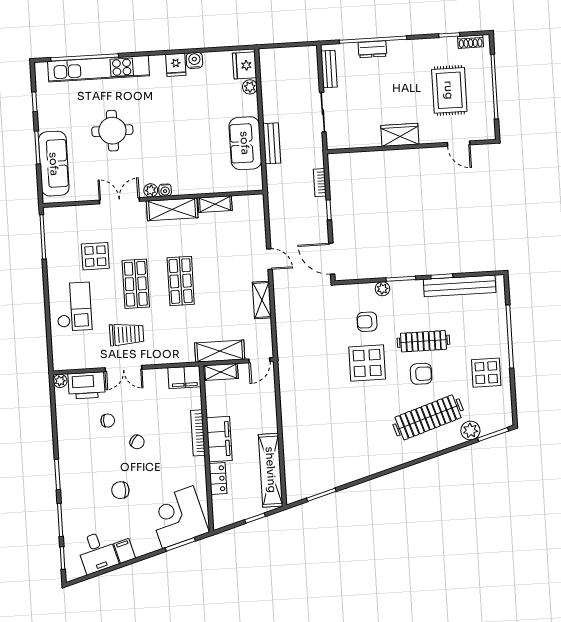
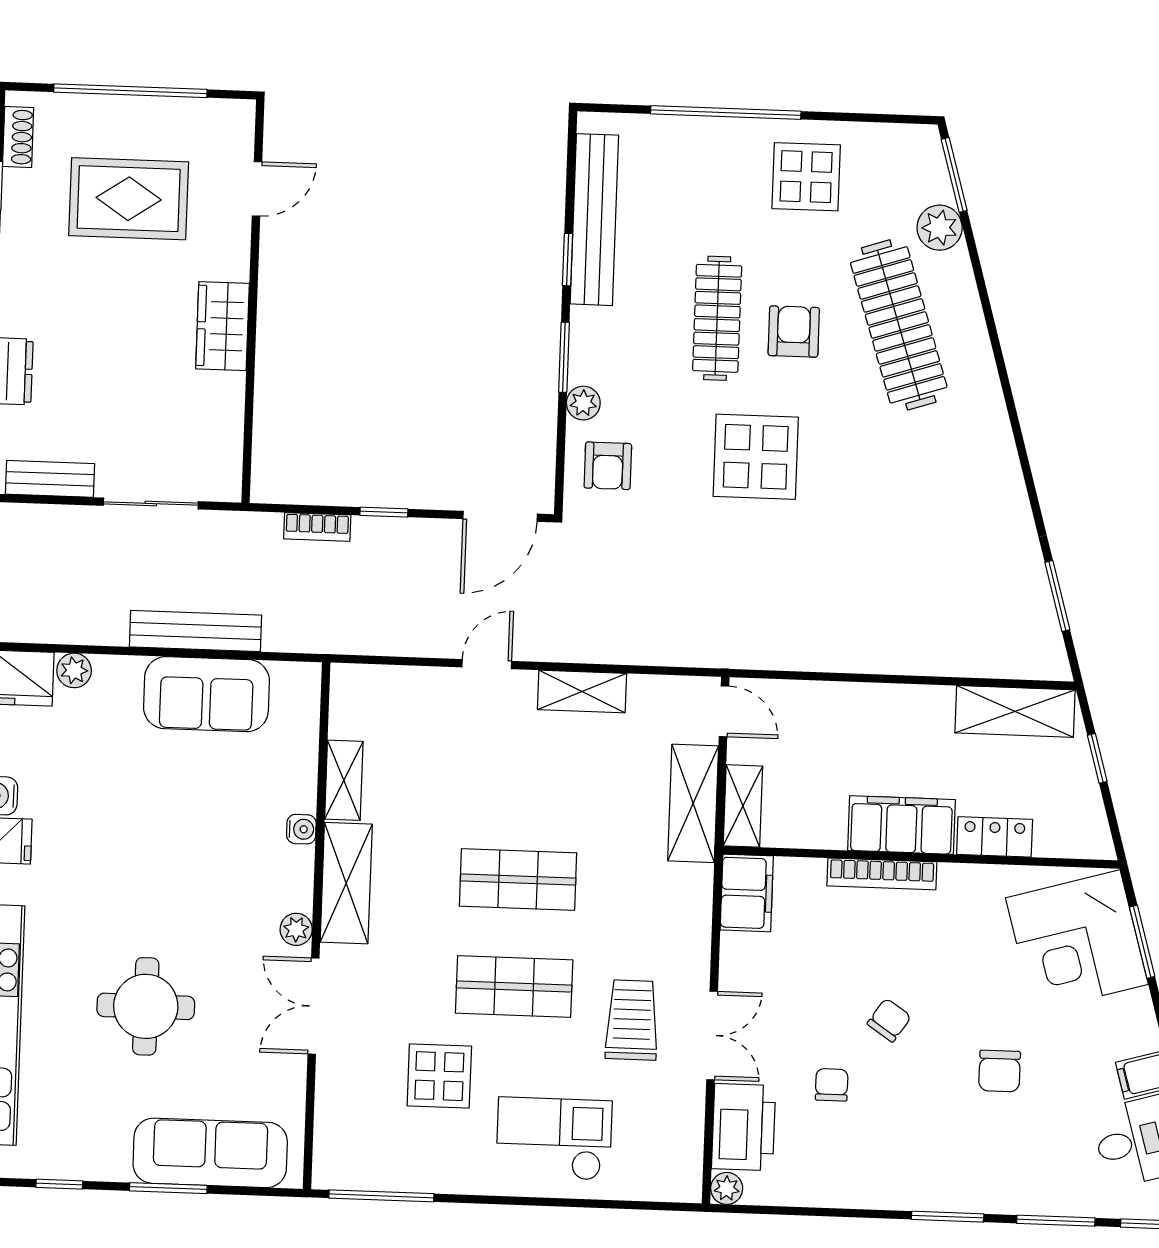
bench: (272, 143) -> (195, 631), width x1.36
water cooler: (165, 190) -> (301, 829), moved
armchair: (367, 322) -> (608, 466), moved
shelving: (271, 470) -> (1015, 711), width x0.68

